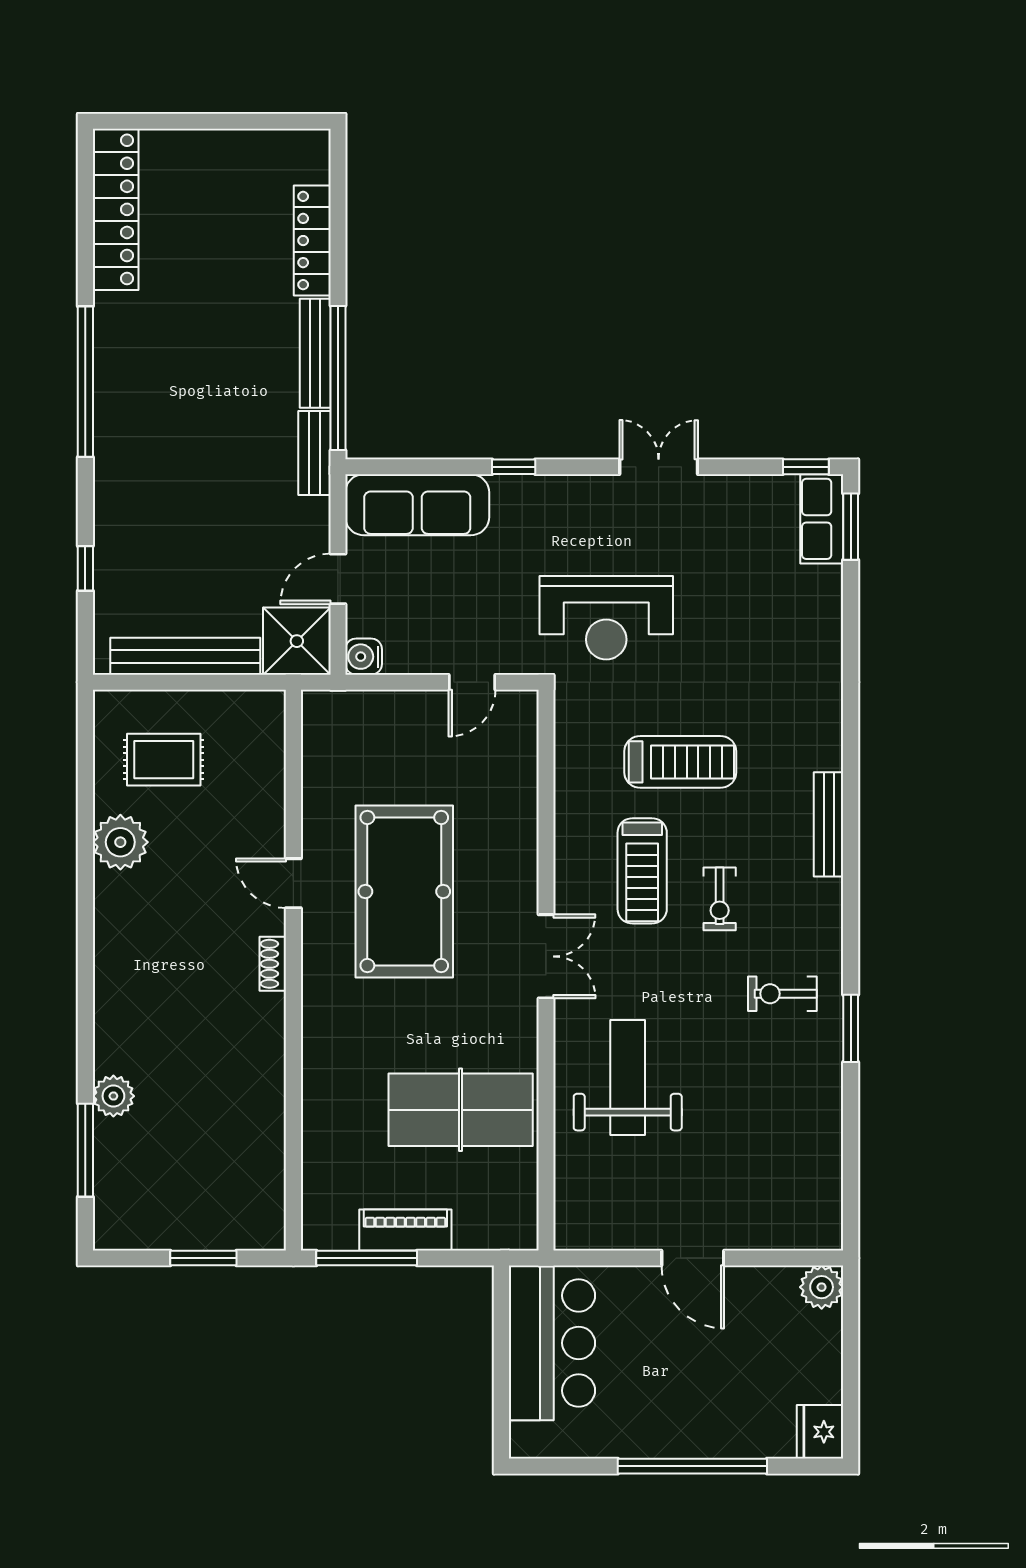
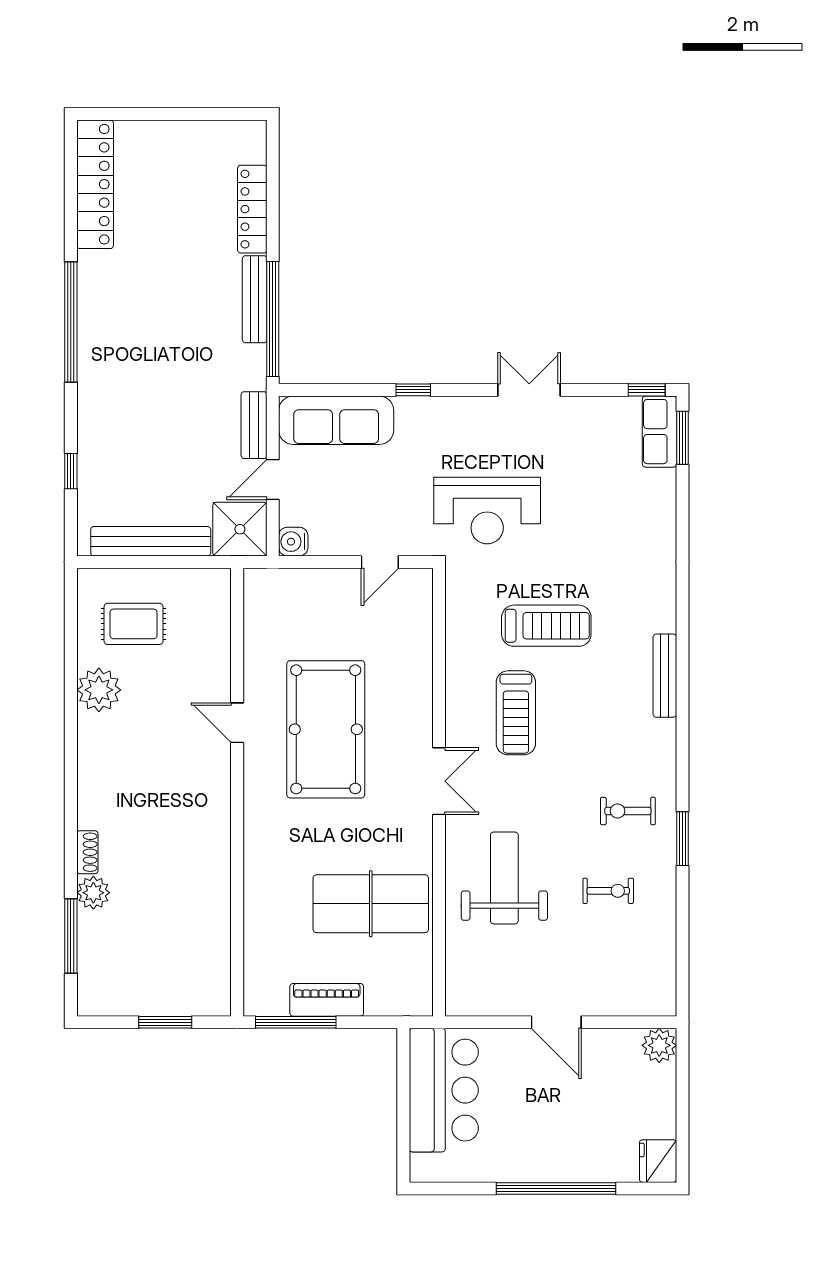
bench: (314, 453) -> (254, 425), moved
exercise bike: (720, 899) -> (608, 891), moved, turned -90
shoe rack: (273, 964) -> (87, 852), moved, turned 180

